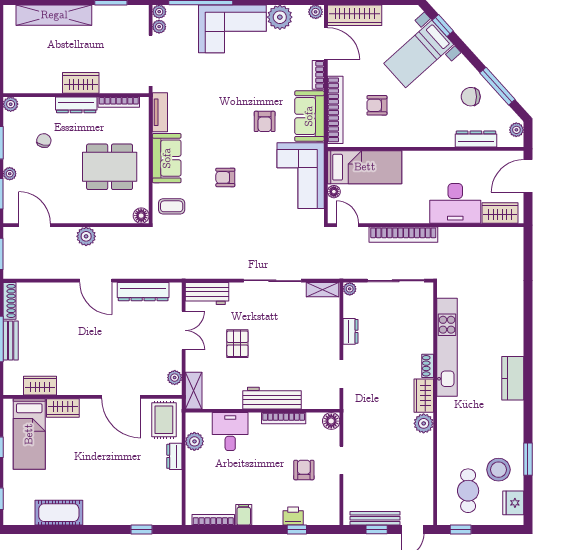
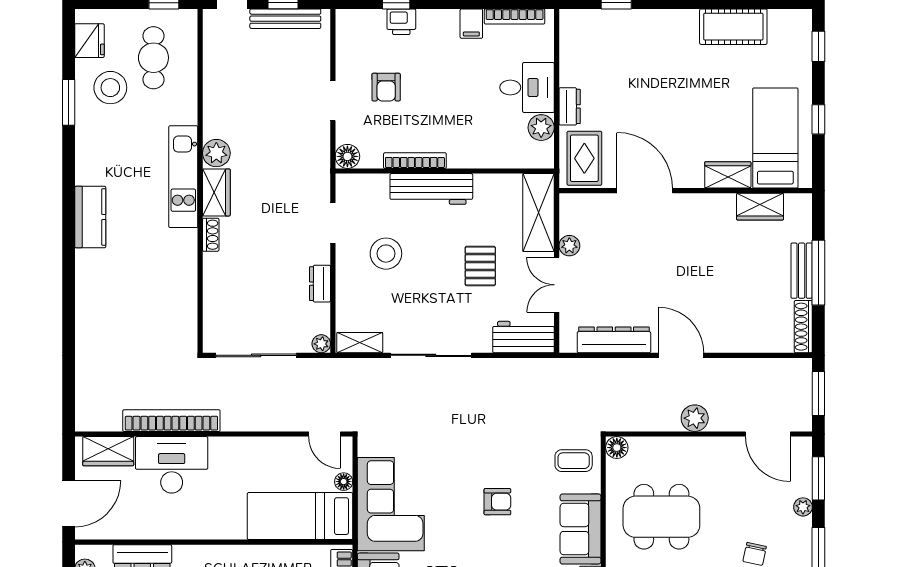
bookcase: (403, 235) -> (171, 421), moved
kitchen unit: (447, 347) -> (183, 177), moved, width x0.73
stool: (304, 353) -> (386, 254), added
plant: (175, 378) -> (569, 246), moved
shelving: (194, 391) -> (538, 213), width x1.50, depth x1.33
desk: (230, 432) -> (527, 87), moved, turned -90

